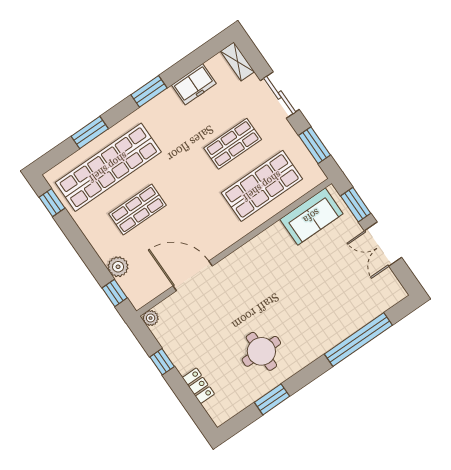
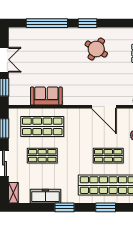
freezer: (194, 84) -> (45, 196), width x1.40
sofa: (311, 216) -> (46, 96), moved
round table: (261, 351) -> (96, 49), turned 32
window: (272, 399) -> (87, 23), moved

